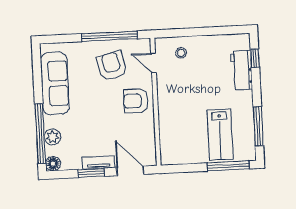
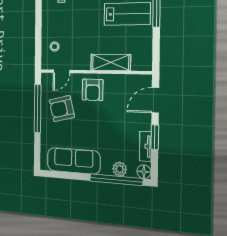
shelving: (167, 119) -> (111, 62), added
tv unit: (98, 163) -> (145, 146), moved

